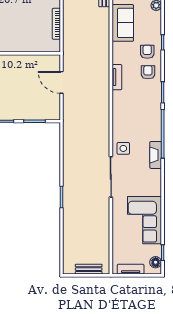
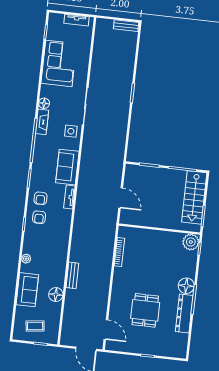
sofa: (123, 23) -> (67, 167), moved
floor lamp: (156, 262) -> (44, 103), moved
bench: (89, 269) -> (126, 26), moved

